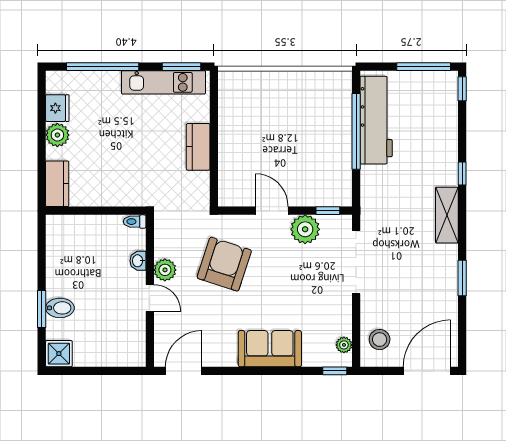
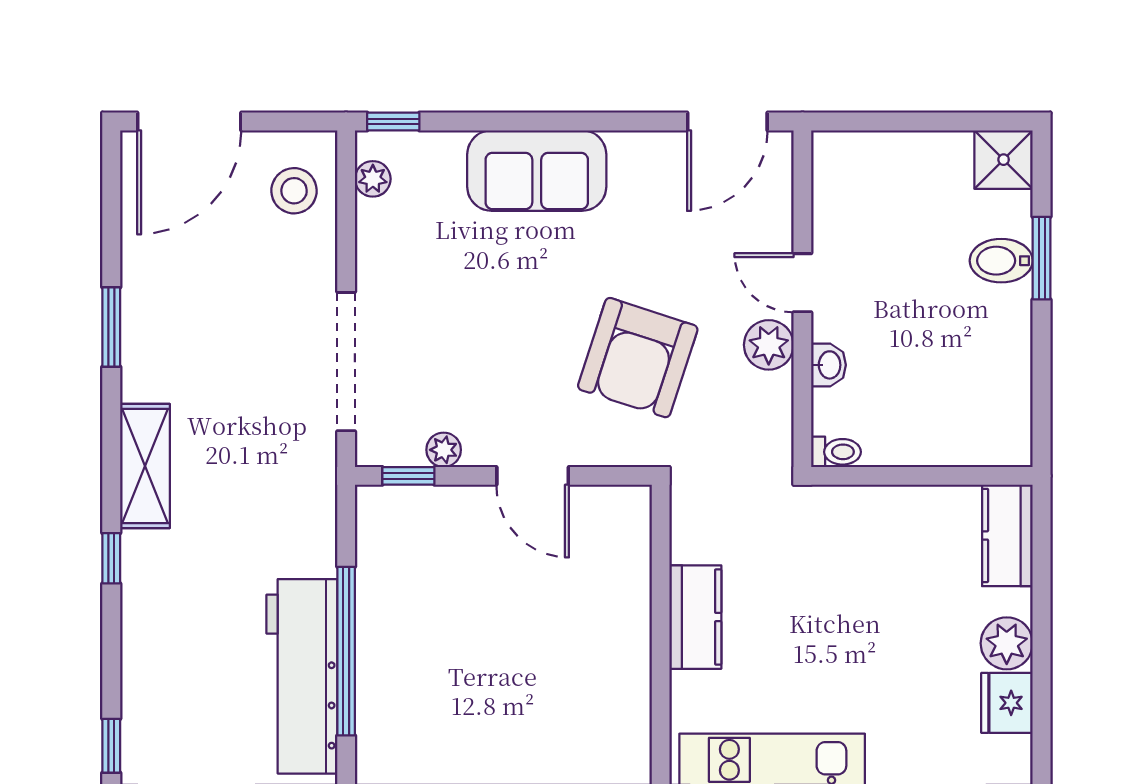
plant: (305, 229) -> (444, 450), width x0.53, depth x0.53

